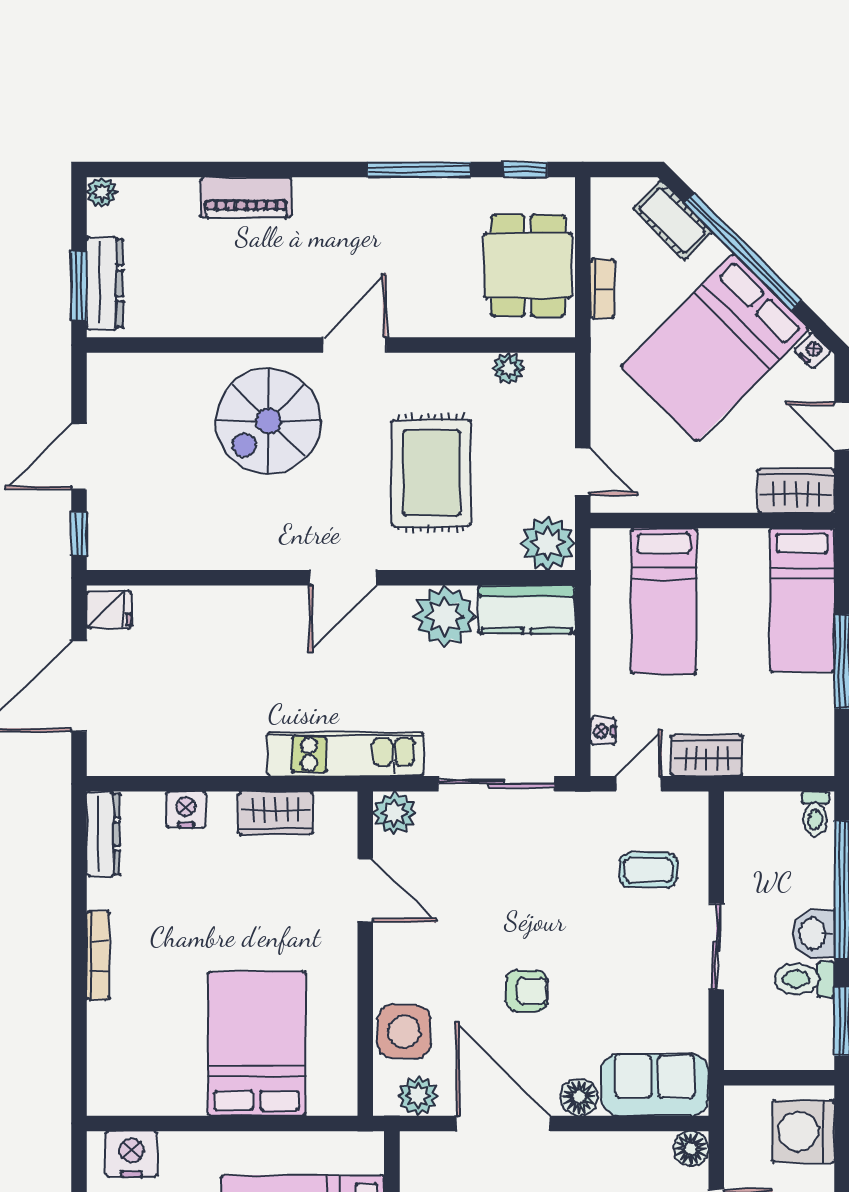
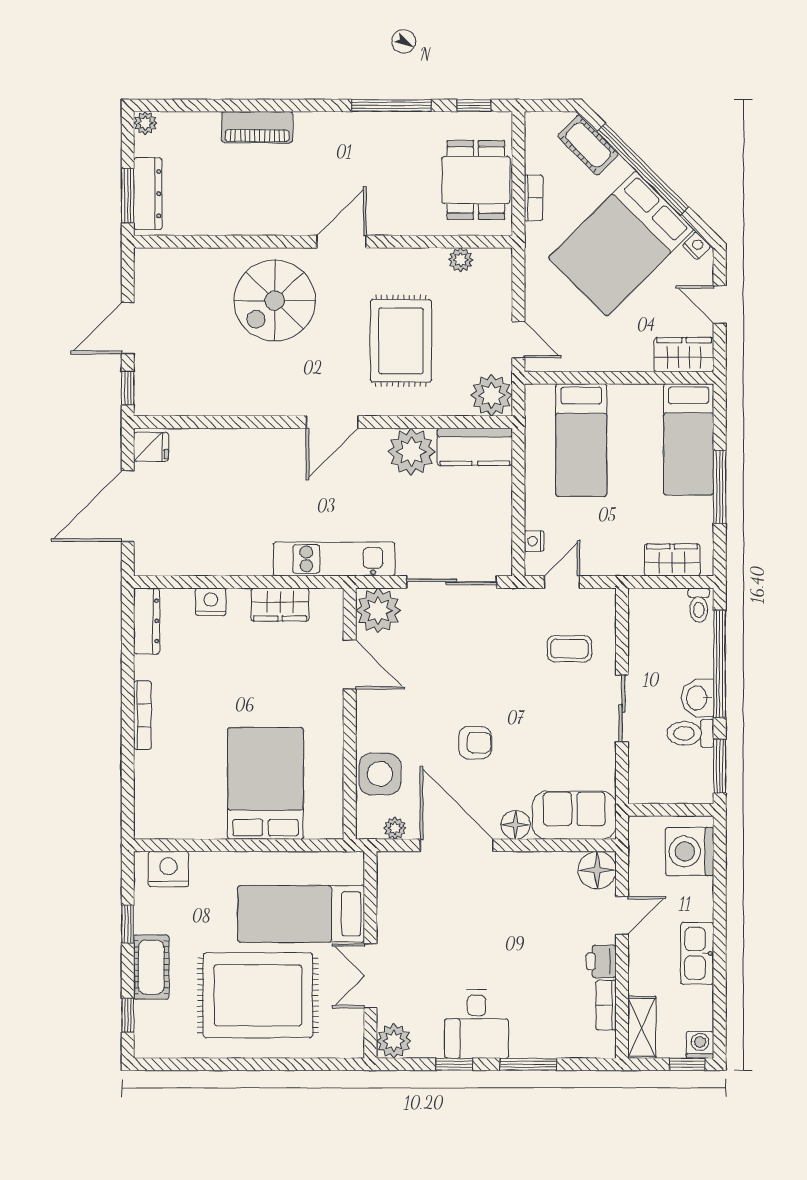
wardrobe: (707, 756) -> (672, 560), moved
plant: (394, 813) -> (378, 611), width x1.36, depth x1.36
plant: (418, 1096) -> (395, 828), width x0.73, depth x0.73
floor lamp: (691, 1149) -> (597, 870), width x1.38, depth x1.38

